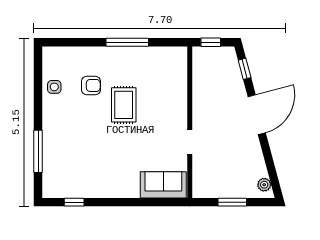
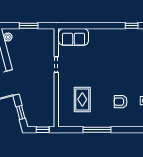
rug: (124, 105) -> (82, 99), moved

